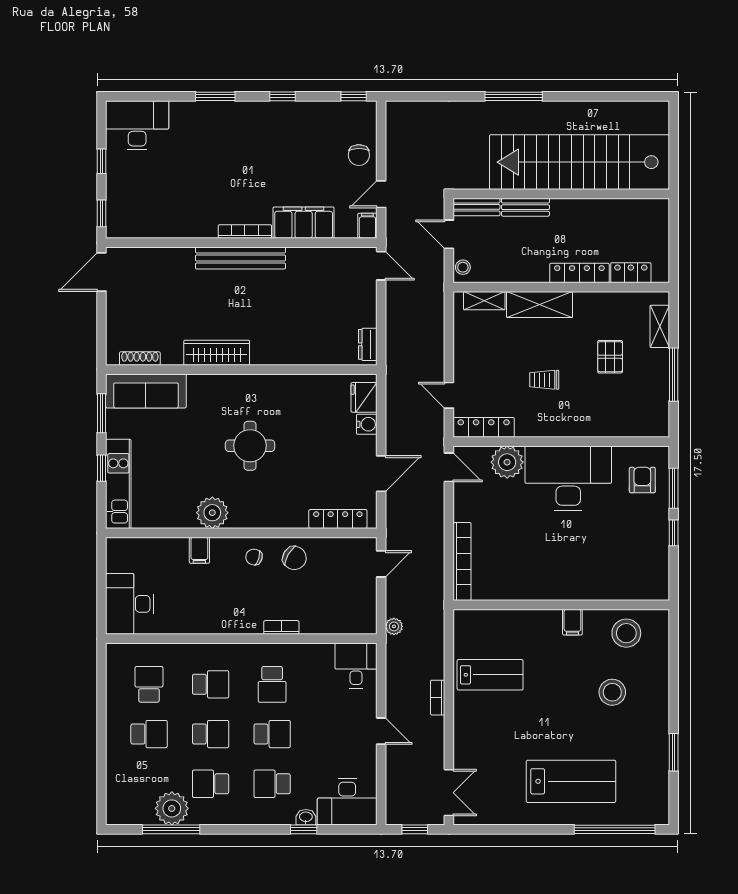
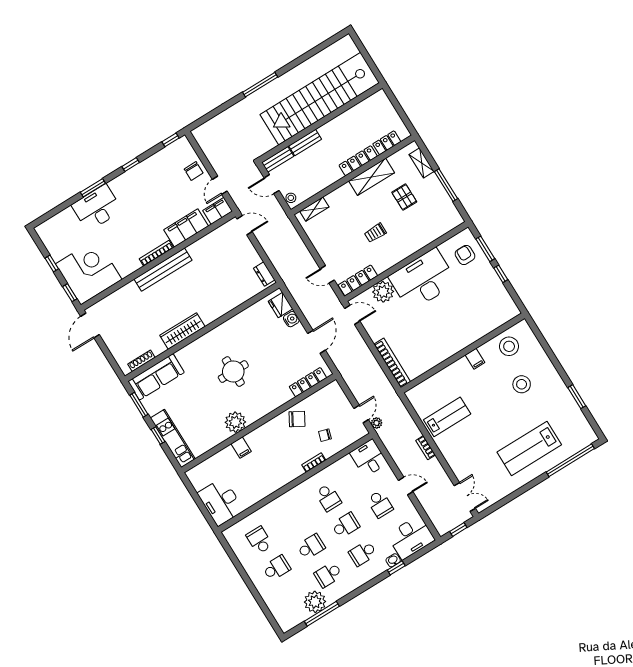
desk: (137, 125) -> (97, 208), moved
corner desk: (143, 201) -> (89, 272), added
filing cabinet: (367, 226) -> (218, 211), width x2.00
shelving: (540, 304) -> (372, 177), moved
chair: (254, 557) -> (325, 435), moved
door: (381, 564) -> (361, 414), moved
school desk: (211, 684) -> (380, 504), moved, turned 90
lab bench: (571, 781) -> (529, 448), turned 180

